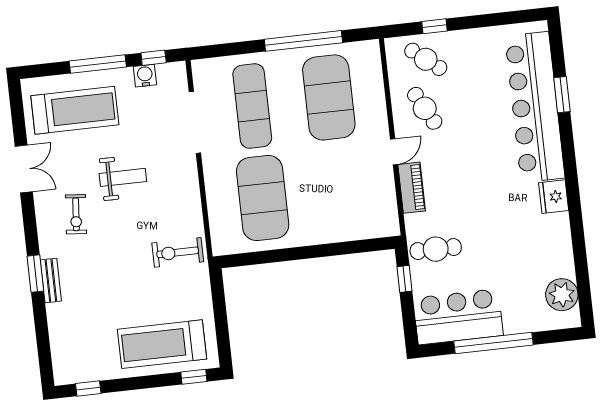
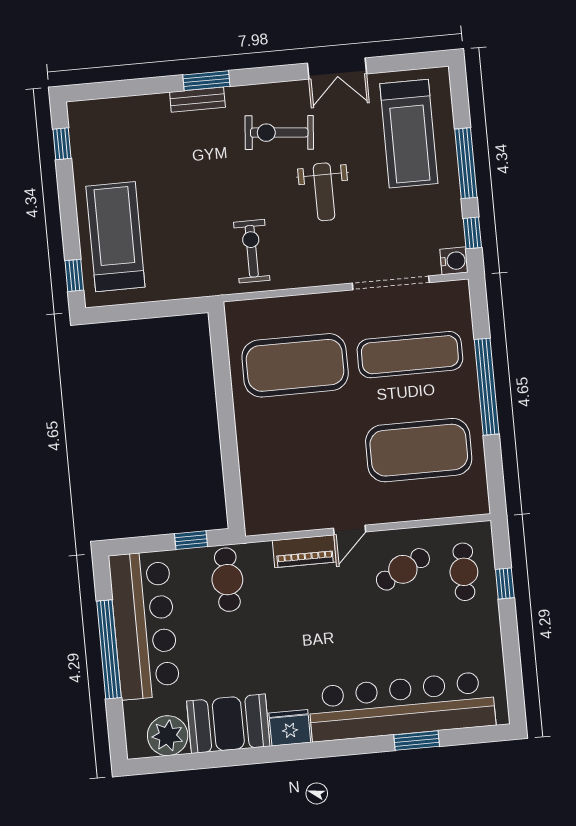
window: (303, 41) -> (487, 387), moved
cafe table: (426, 59) -> (464, 572), turned -37
water cooler: (145, 76) -> (454, 261), moved
door: (394, 152) -> (350, 530), hinge flipped
exercise bike: (76, 214) -> (279, 133), width x1.38, depth x1.39
booth: (551, 246) -> (228, 724), added
exercise bike: (178, 252) -> (252, 251), moved
bar counter: (458, 317) -> (144, 625), width x1.36

